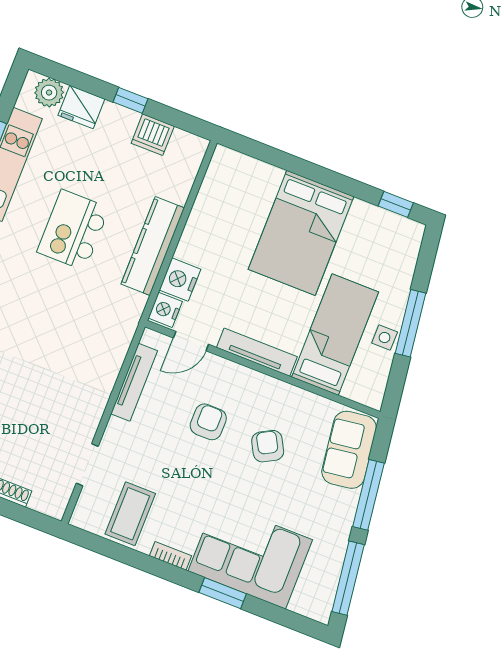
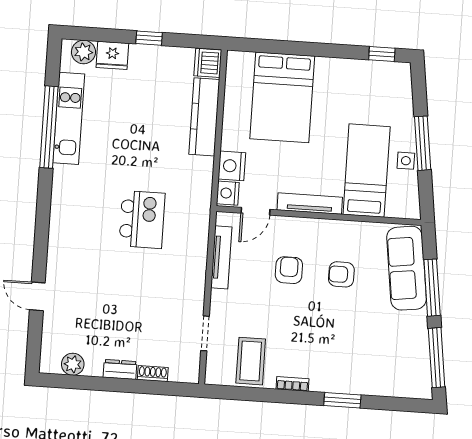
dishwasher: (153, 135) -> (208, 63), moved, turned 90
kitchen island: (73, 230) -> (142, 219), moved, turned 180
bed: (301, 233) -> (282, 97), moved
kitchen counter: (153, 246) -> (204, 117), moved
armchair: (268, 446) -> (341, 274), turned -61
sofa: (349, 450) -> (407, 268), width x1.36
corner sofa: (250, 555) -> (355, 364), removed

